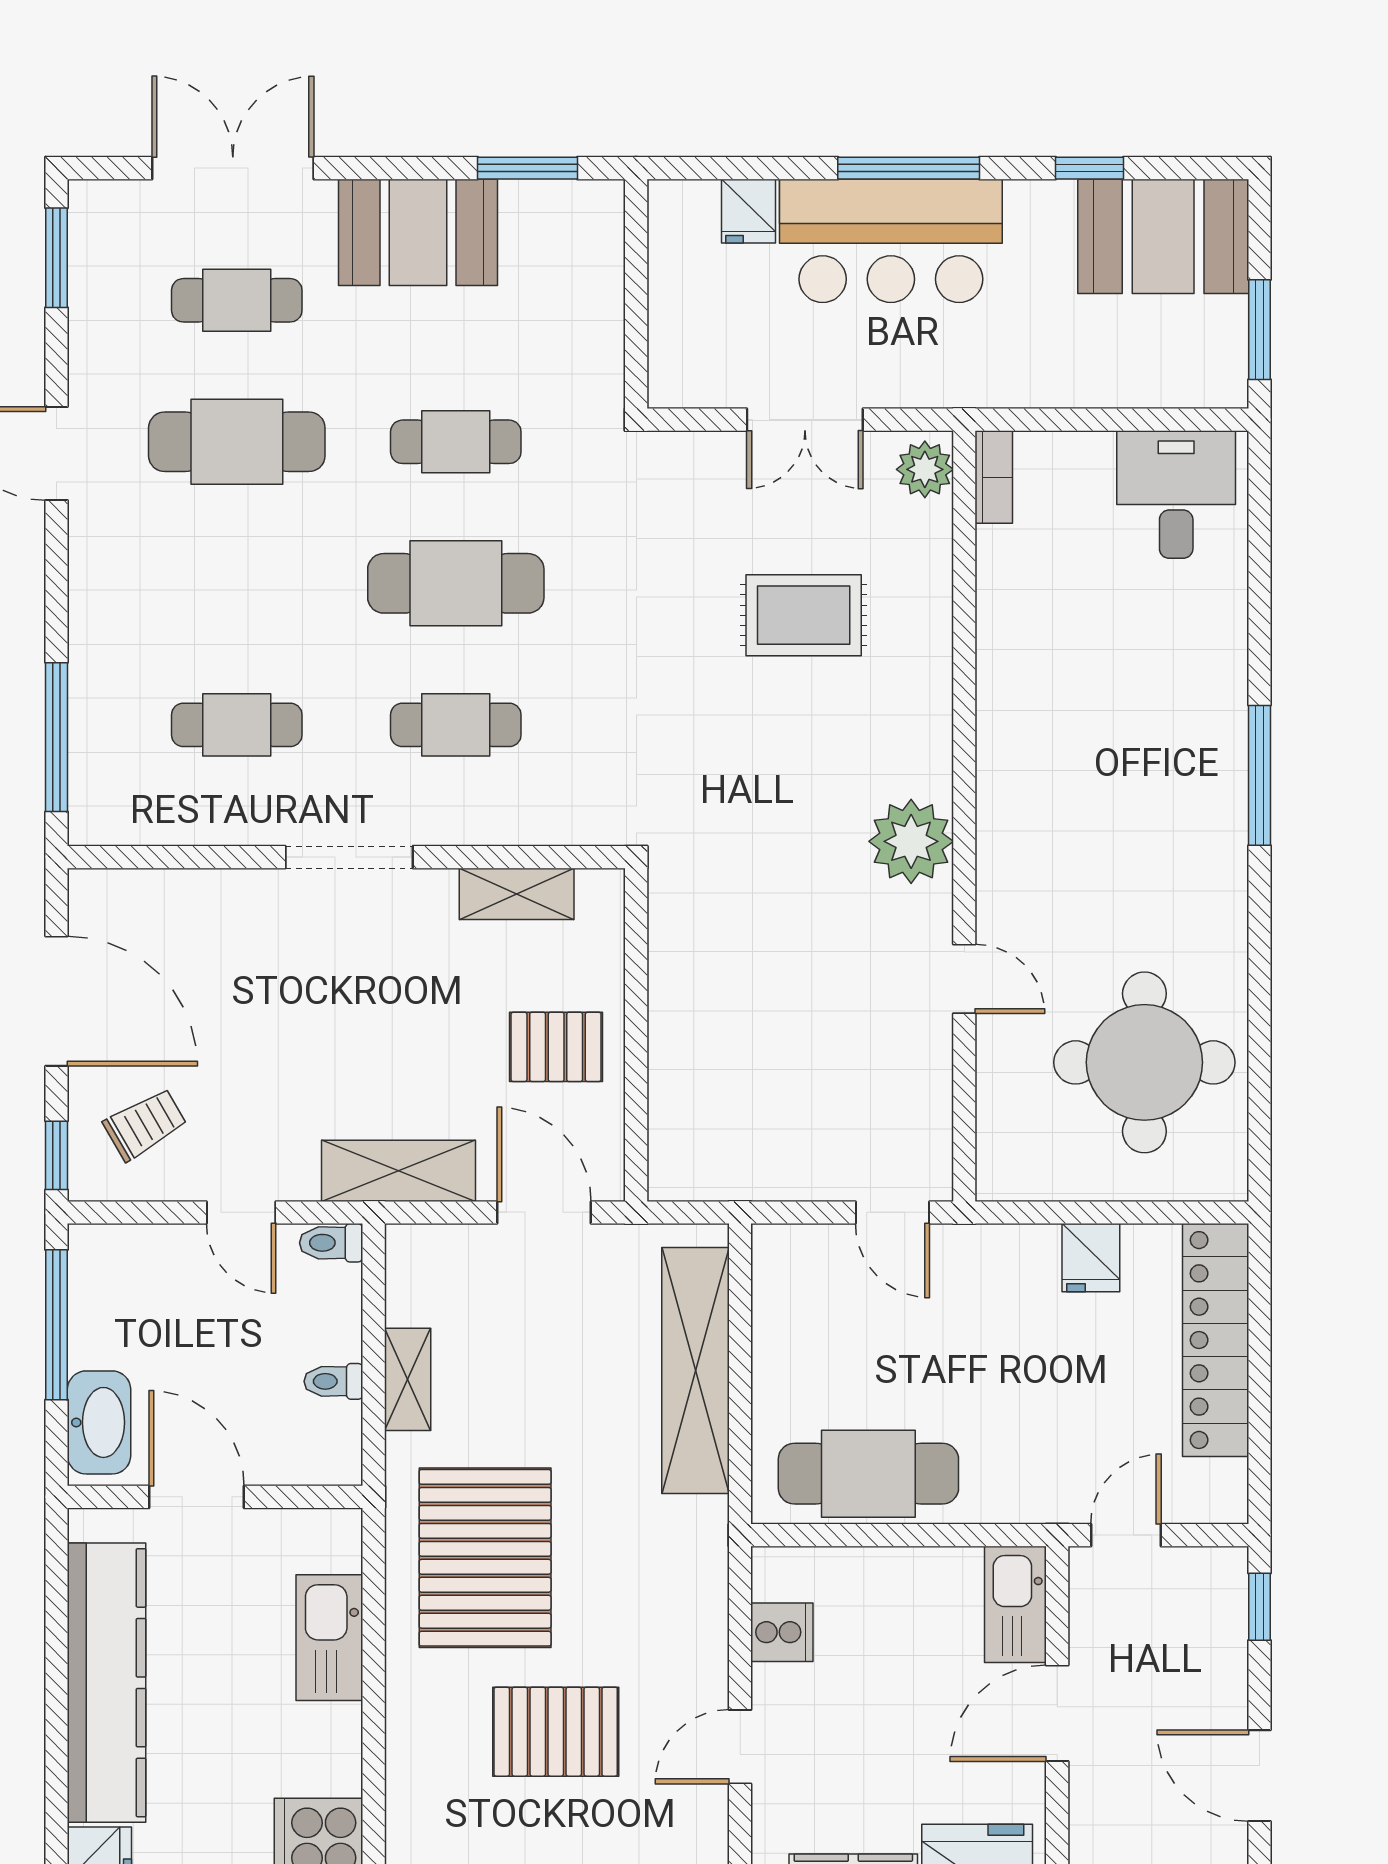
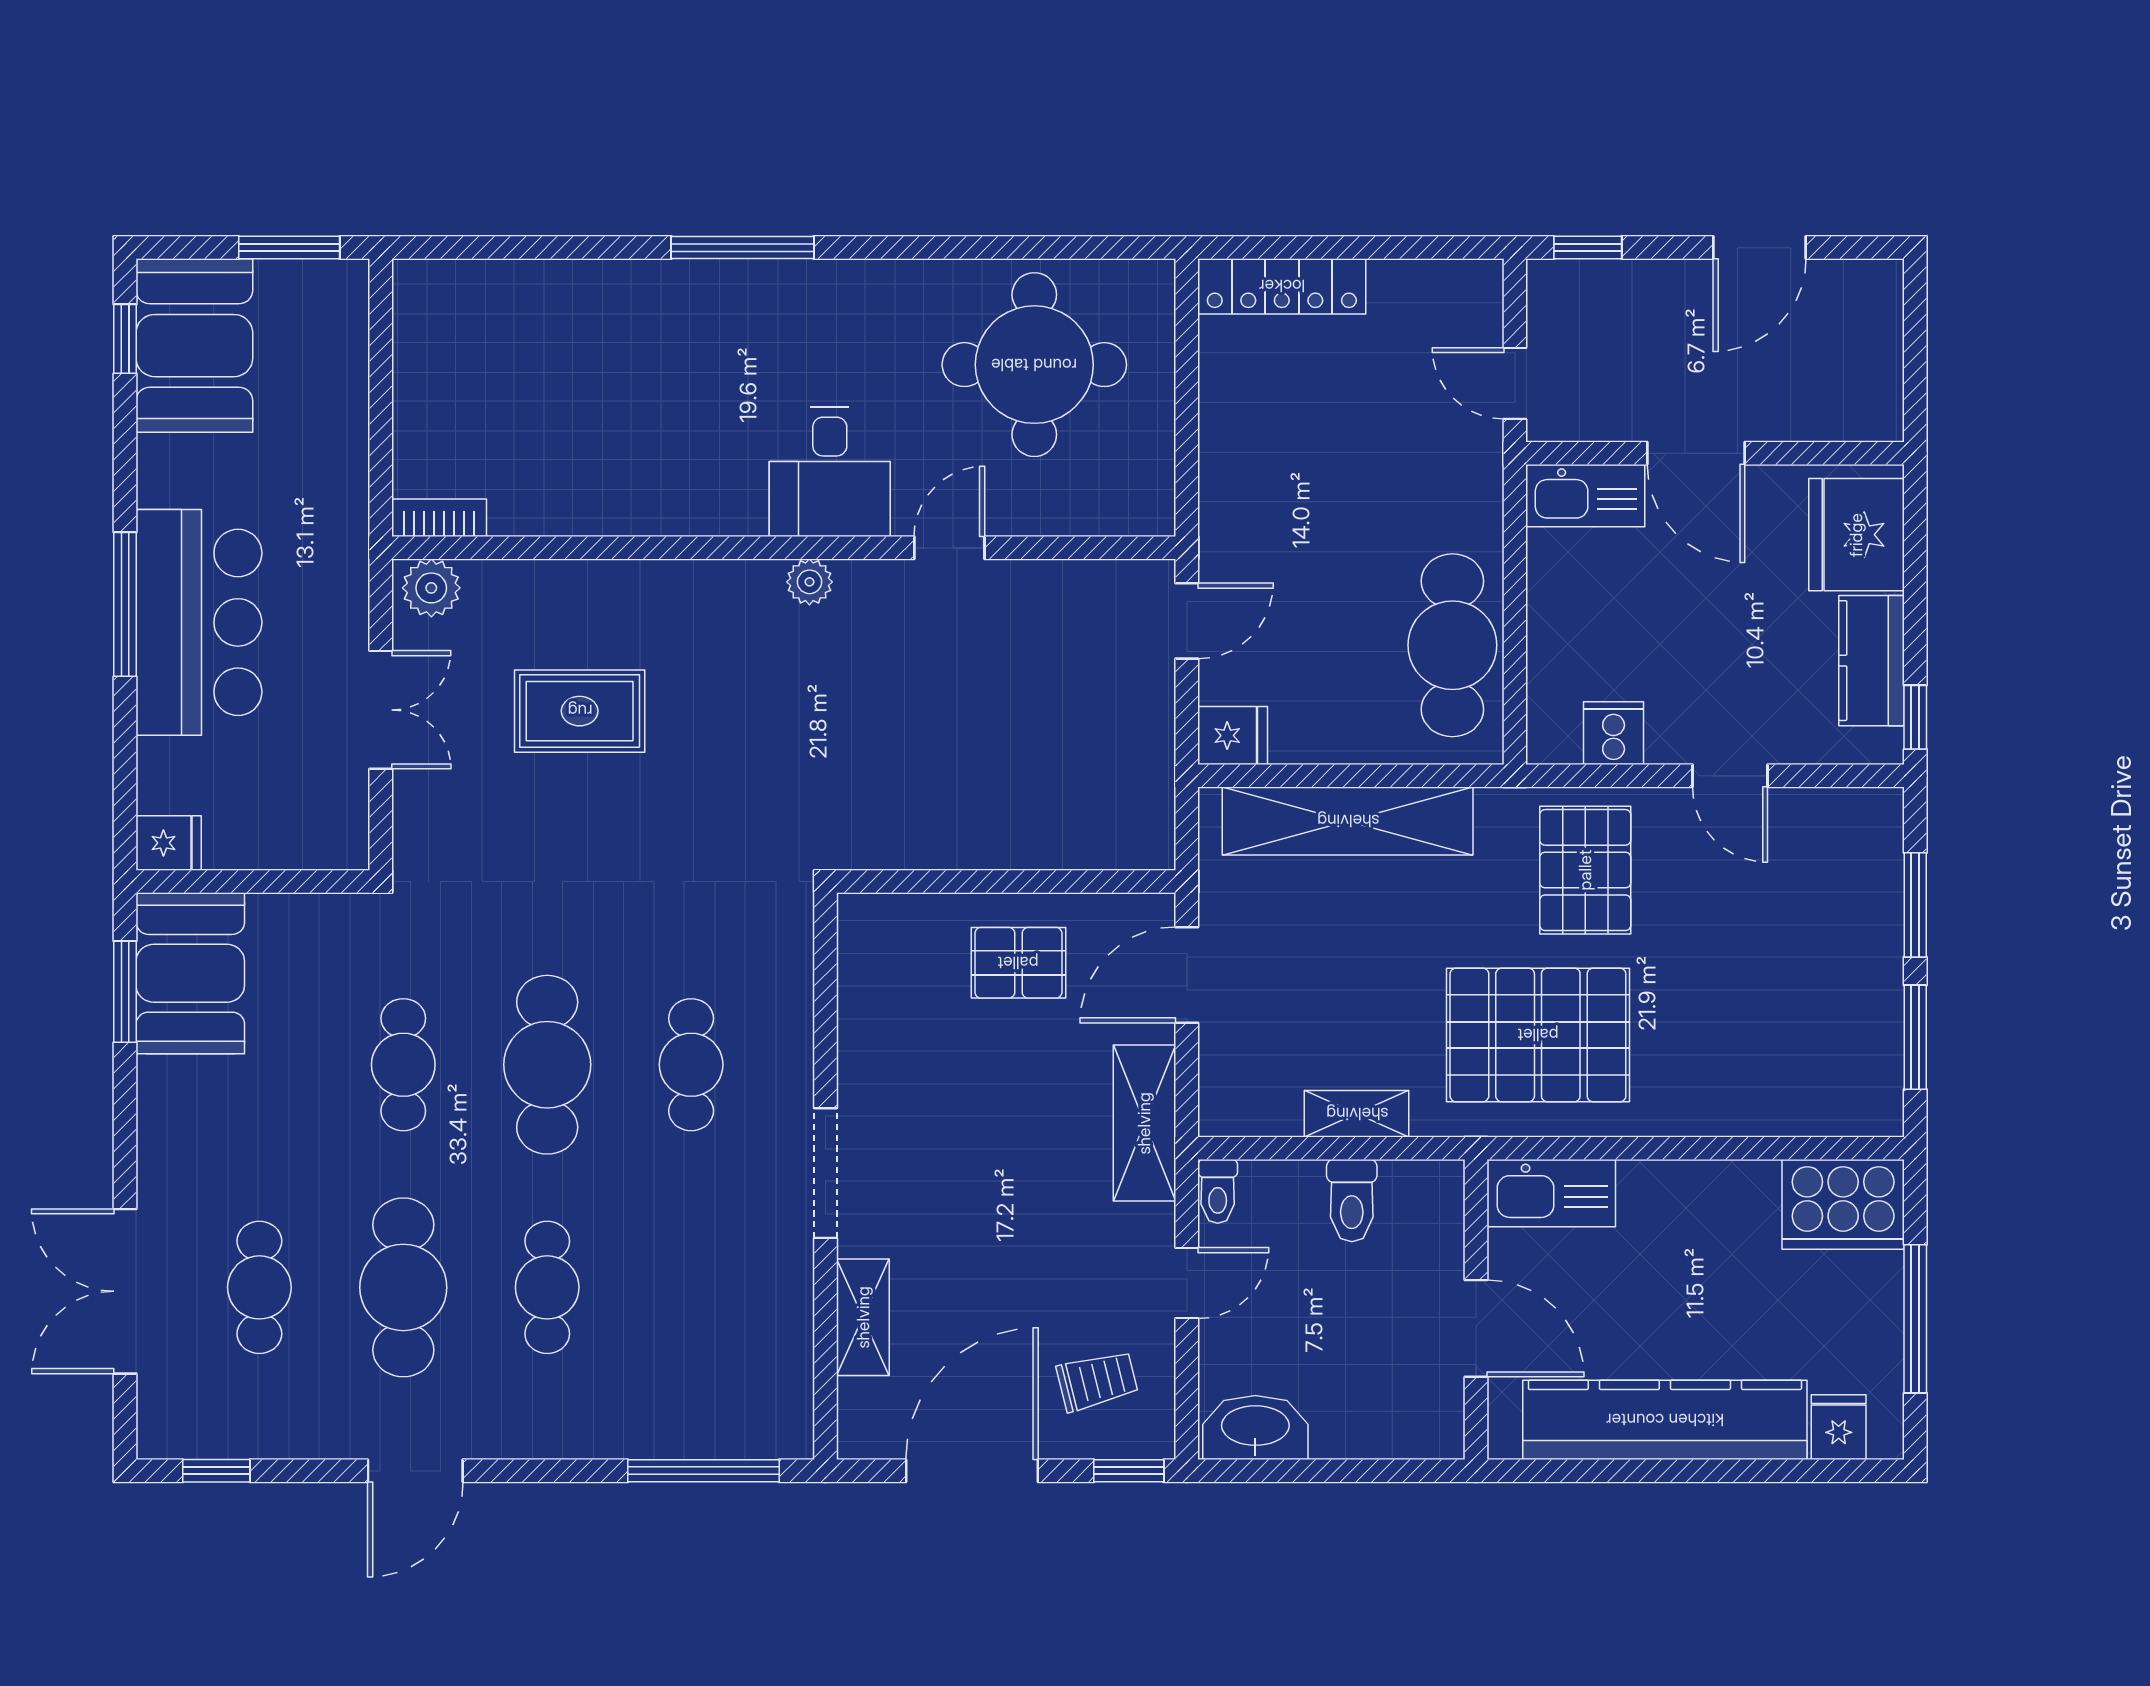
window: (1089, 168) -> (125, 339), moved
fridge: (748, 211) -> (169, 843), moved
booth: (418, 232) -> (190, 973), moved
window: (56, 258) -> (216, 1471), width x0.67
desk: (1176, 494) -> (830, 472), moved, turned -90
rug: (804, 615) -> (580, 711), turned 90
cafe table: (237, 725) -> (547, 1287), moved
plant: (911, 841) -> (809, 582), width x0.53, depth x0.53
shelving: (517, 894) -> (863, 1317), moved
pallet: (556, 1047) -> (1018, 963), turned 90
trolley: (145, 1124) -> (1097, 1381), turned 106
fridge: (1091, 1258) -> (1233, 736), moved
window: (56, 1325) -> (1301, 1471), removed
locker: (1216, 1340) -> (1282, 286), width x0.71, depth x0.83
toilet: (333, 1381) -> (1352, 1201), width x1.37, depth x1.39
washbasin: (99, 1422) -> (1255, 1427), moved
door: (197, 1497) -> (1476, 1328), swing flipped
kitchen sink: (329, 1638) -> (1551, 1193), moved
pallet: (556, 1732) -> (1585, 870), moved

